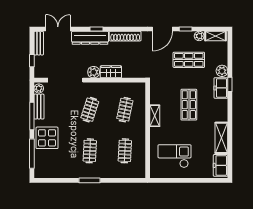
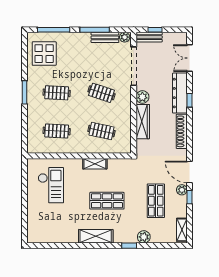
double door: (58, 29) -> (189, 58), swing flipped
plant: (199, 36) -> (182, 190), moved
bench: (39, 43) -> (149, 37), moved
wardrobe: (111, 72) -> (143, 122), width x1.50
freezer: (221, 88) -> (125, 236), removed
display table: (47, 138) -> (44, 54), moved
shelving: (221, 138) -> (96, 236), moved
freezer: (221, 165) -> (41, 235), removed

